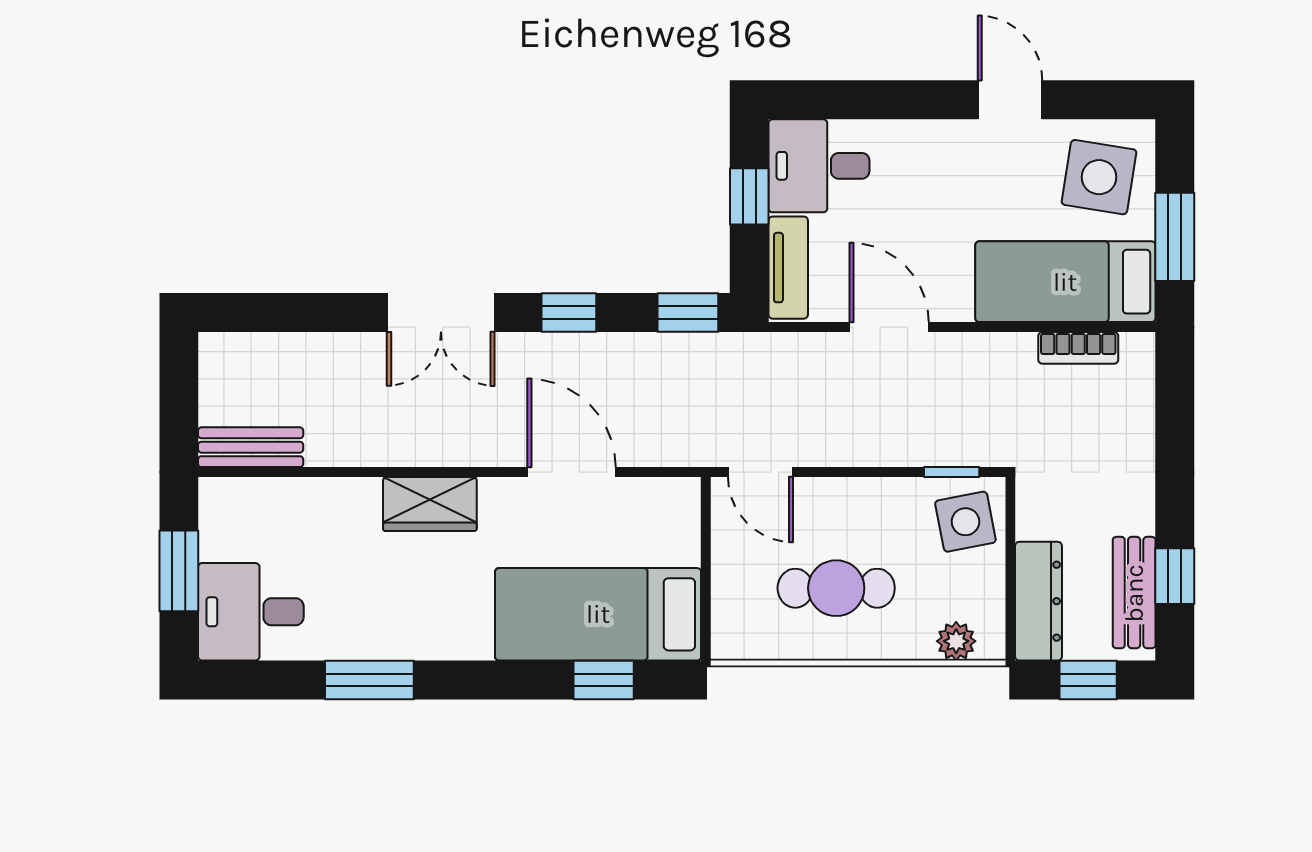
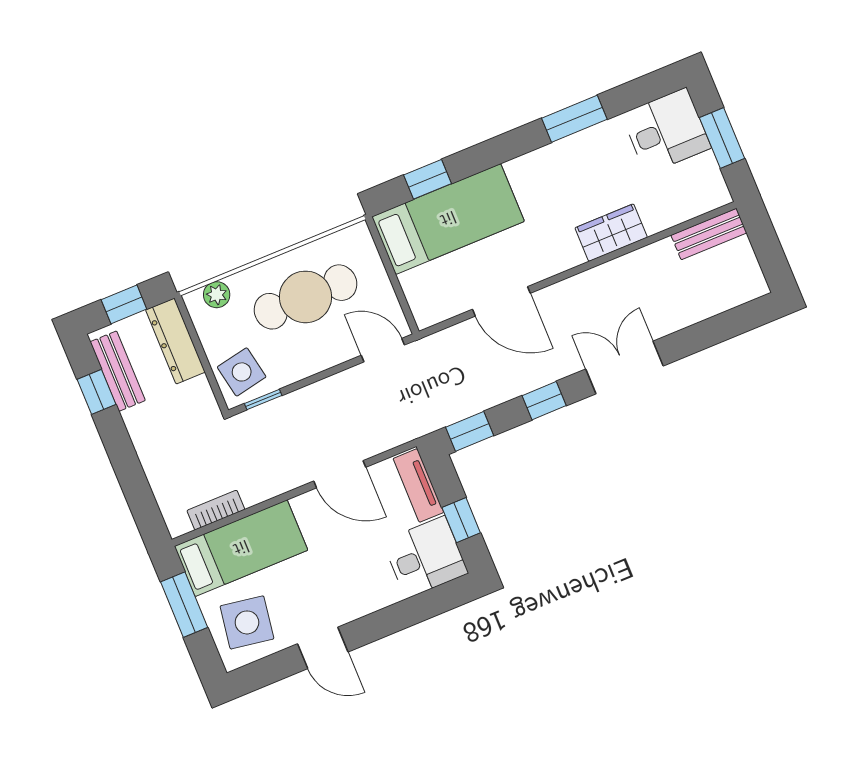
wardrobe: (430, 504) -> (611, 233), moved
cafe table: (836, 588) -> (305, 297), width x1.37, depth x1.35

